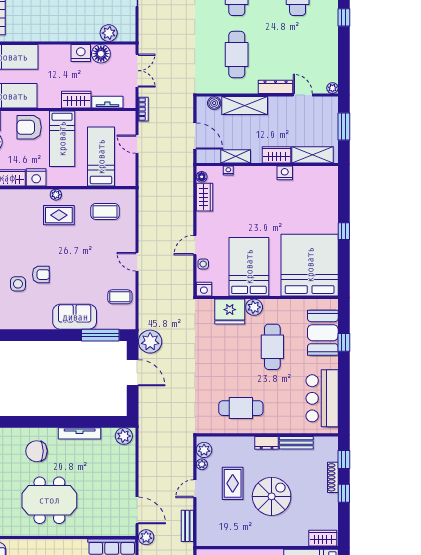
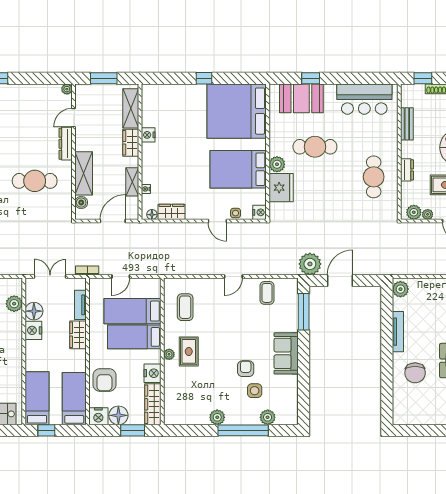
bed: (62, 139) -> (134, 337), moved, turned 180
sofa: (75, 317) -> (286, 353), moved
dresser: (267, 443) -> (407, 170), moved

